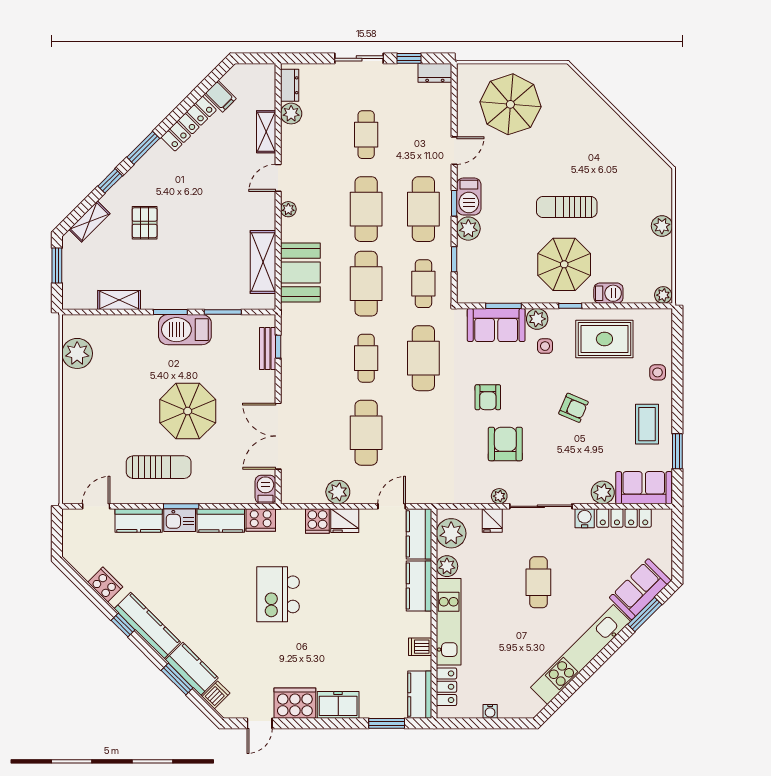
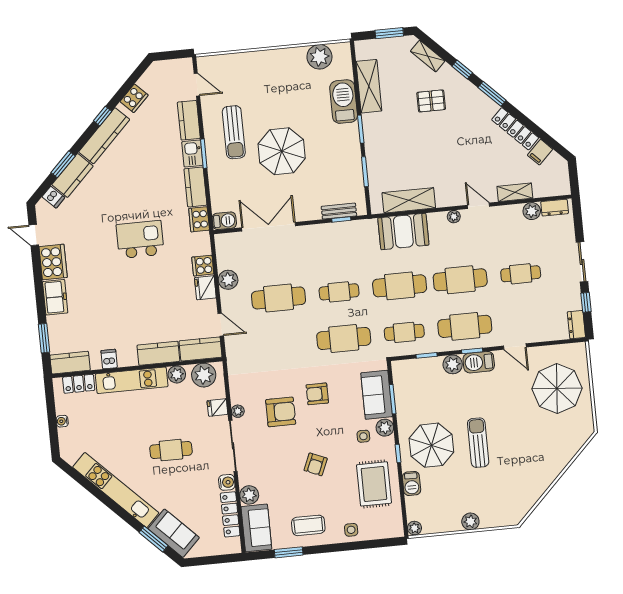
shelving: (119, 300) -> (369, 86), width x1.50, depth x1.33
barbecue: (185, 330) -> (344, 102), moved

